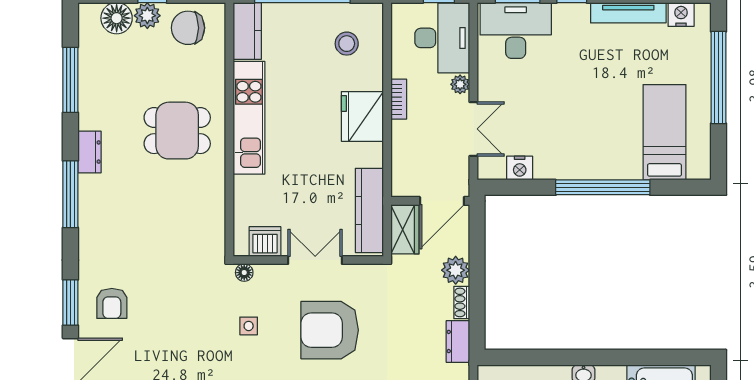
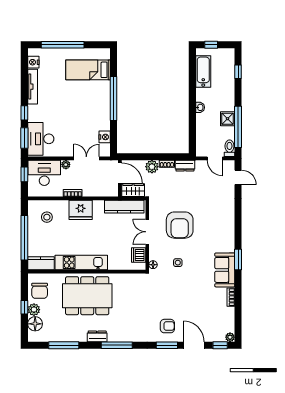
dining table: (177, 131) -> (87, 296), width x1.88, depth x1.24

